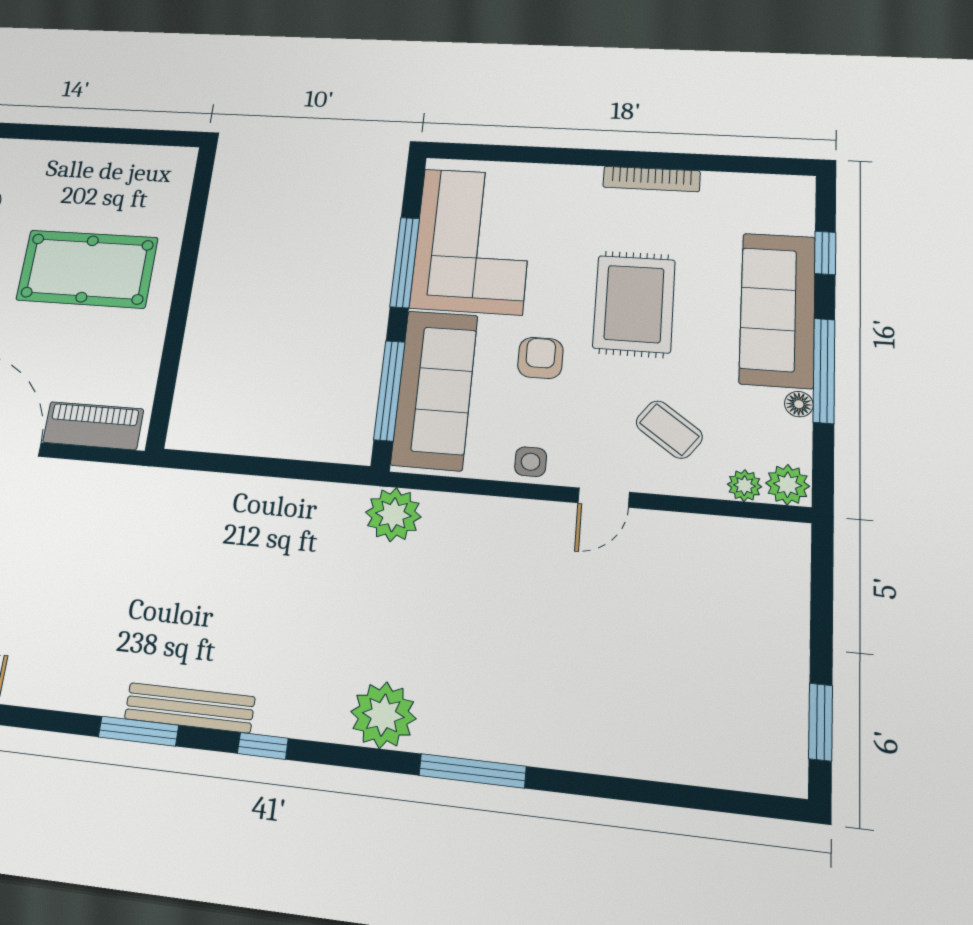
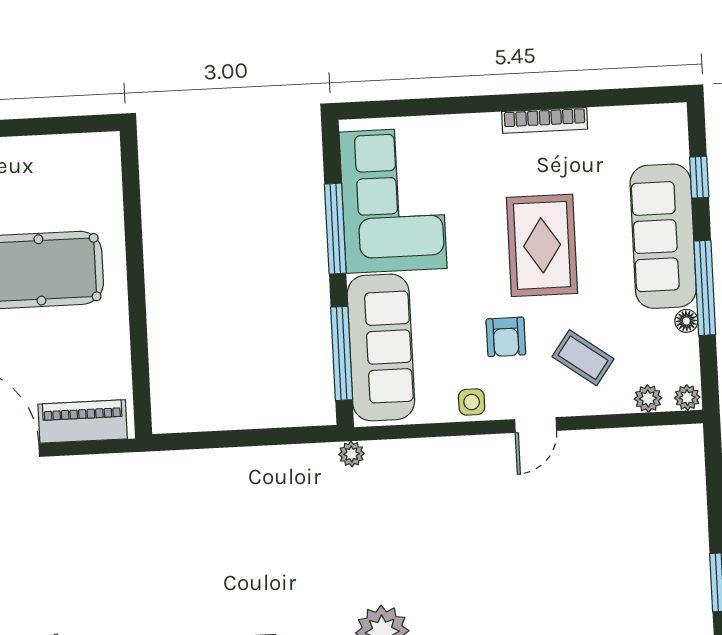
armchair: (540, 358) -> (506, 337), moved, turned 180
plant: (788, 485) -> (687, 398), width x0.73, depth x0.73
plant: (393, 515) -> (351, 454), width x0.53, depth x0.53

